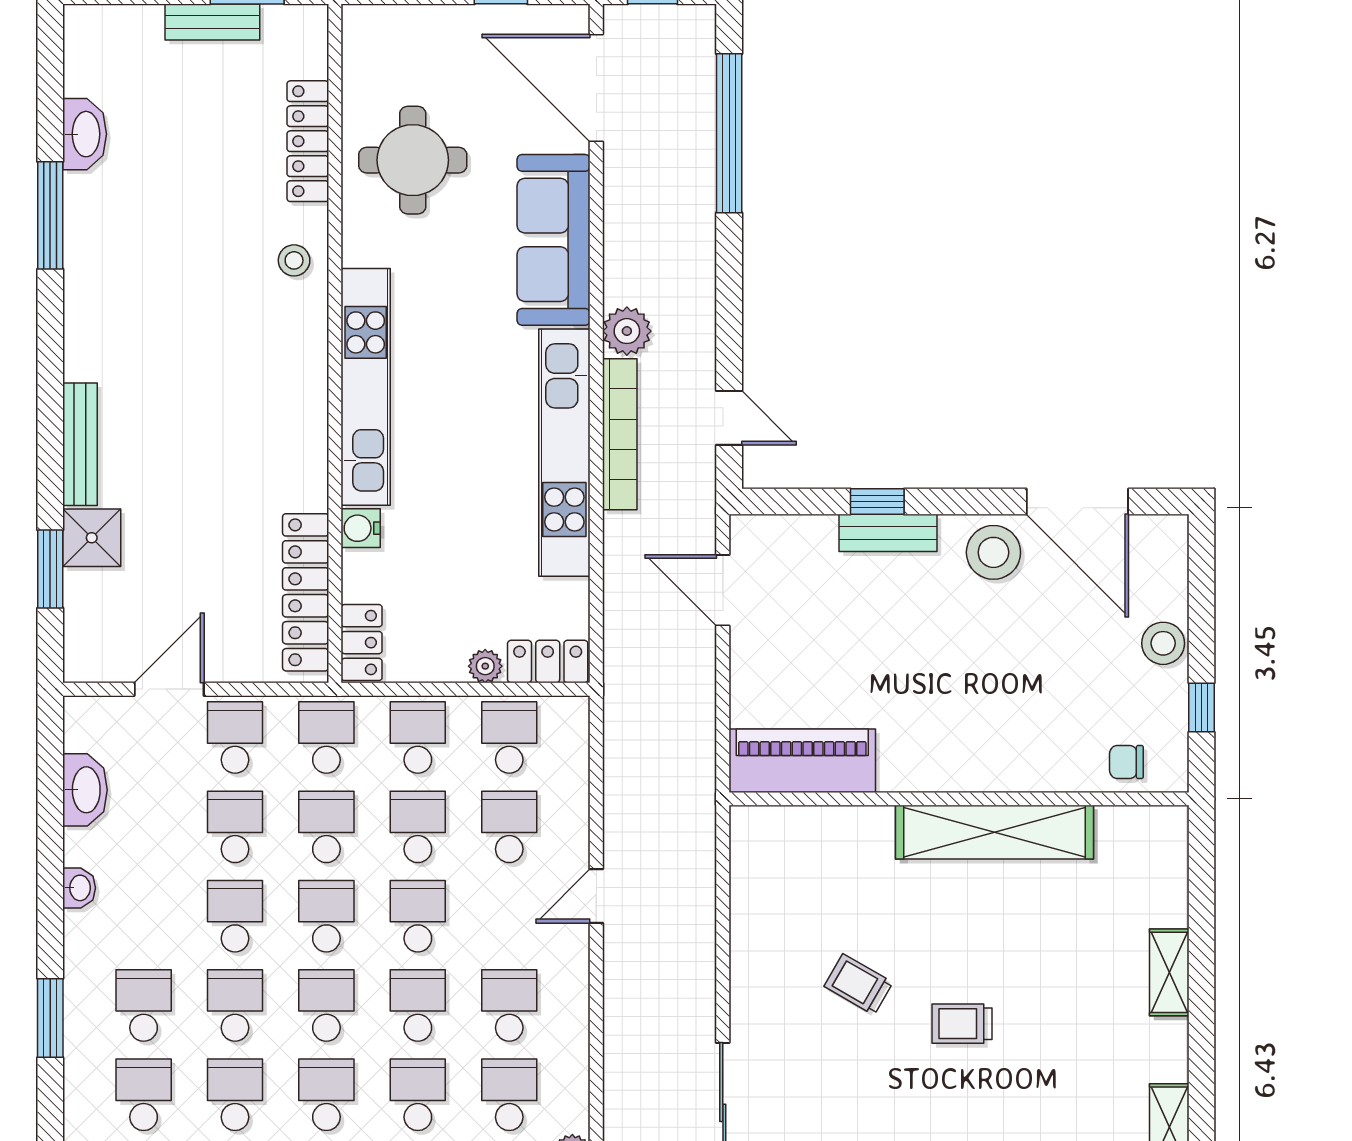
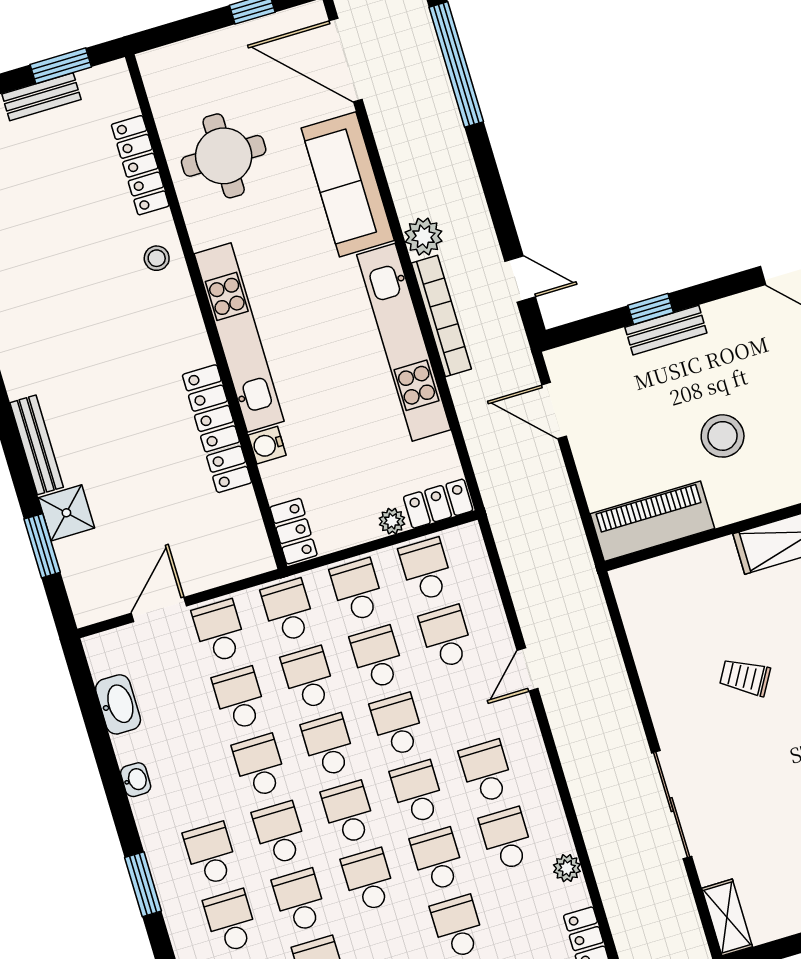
stool: (993, 552) -> (723, 436), moved
locker: (306, 592) -> (217, 429), moved

